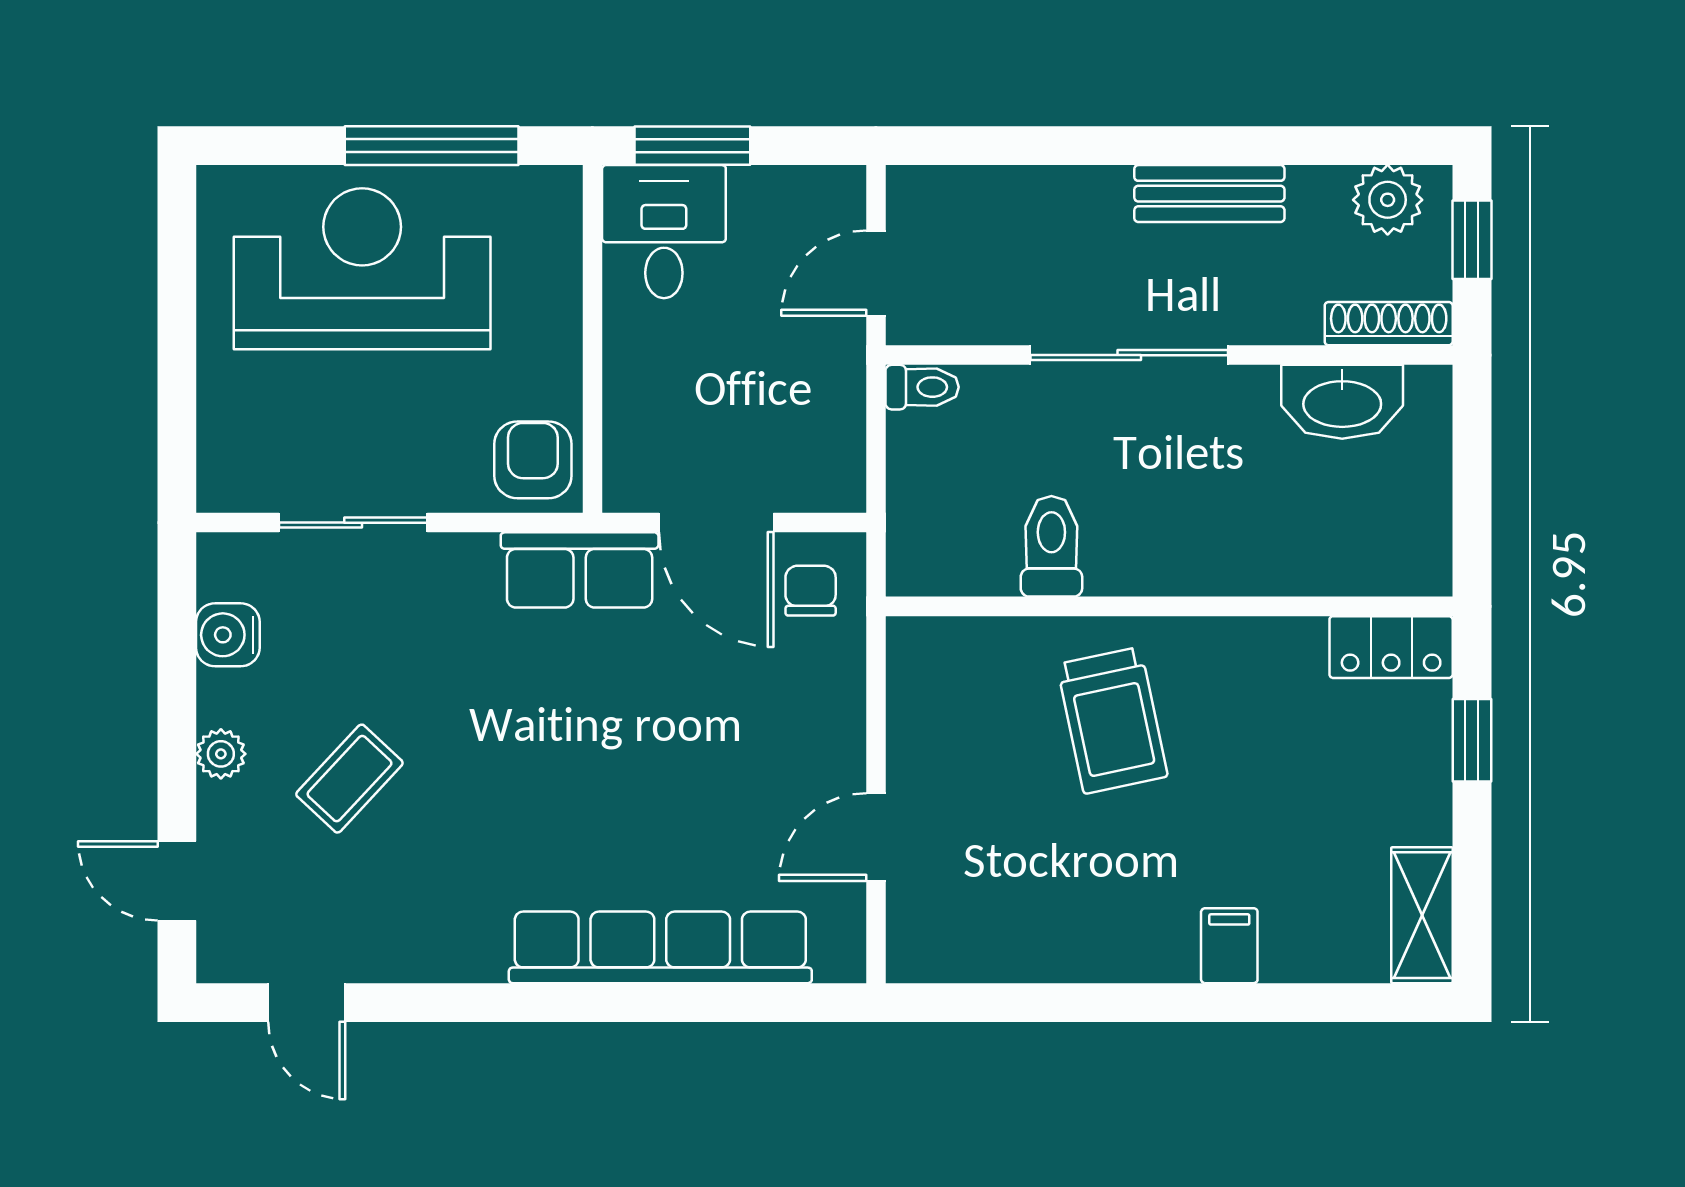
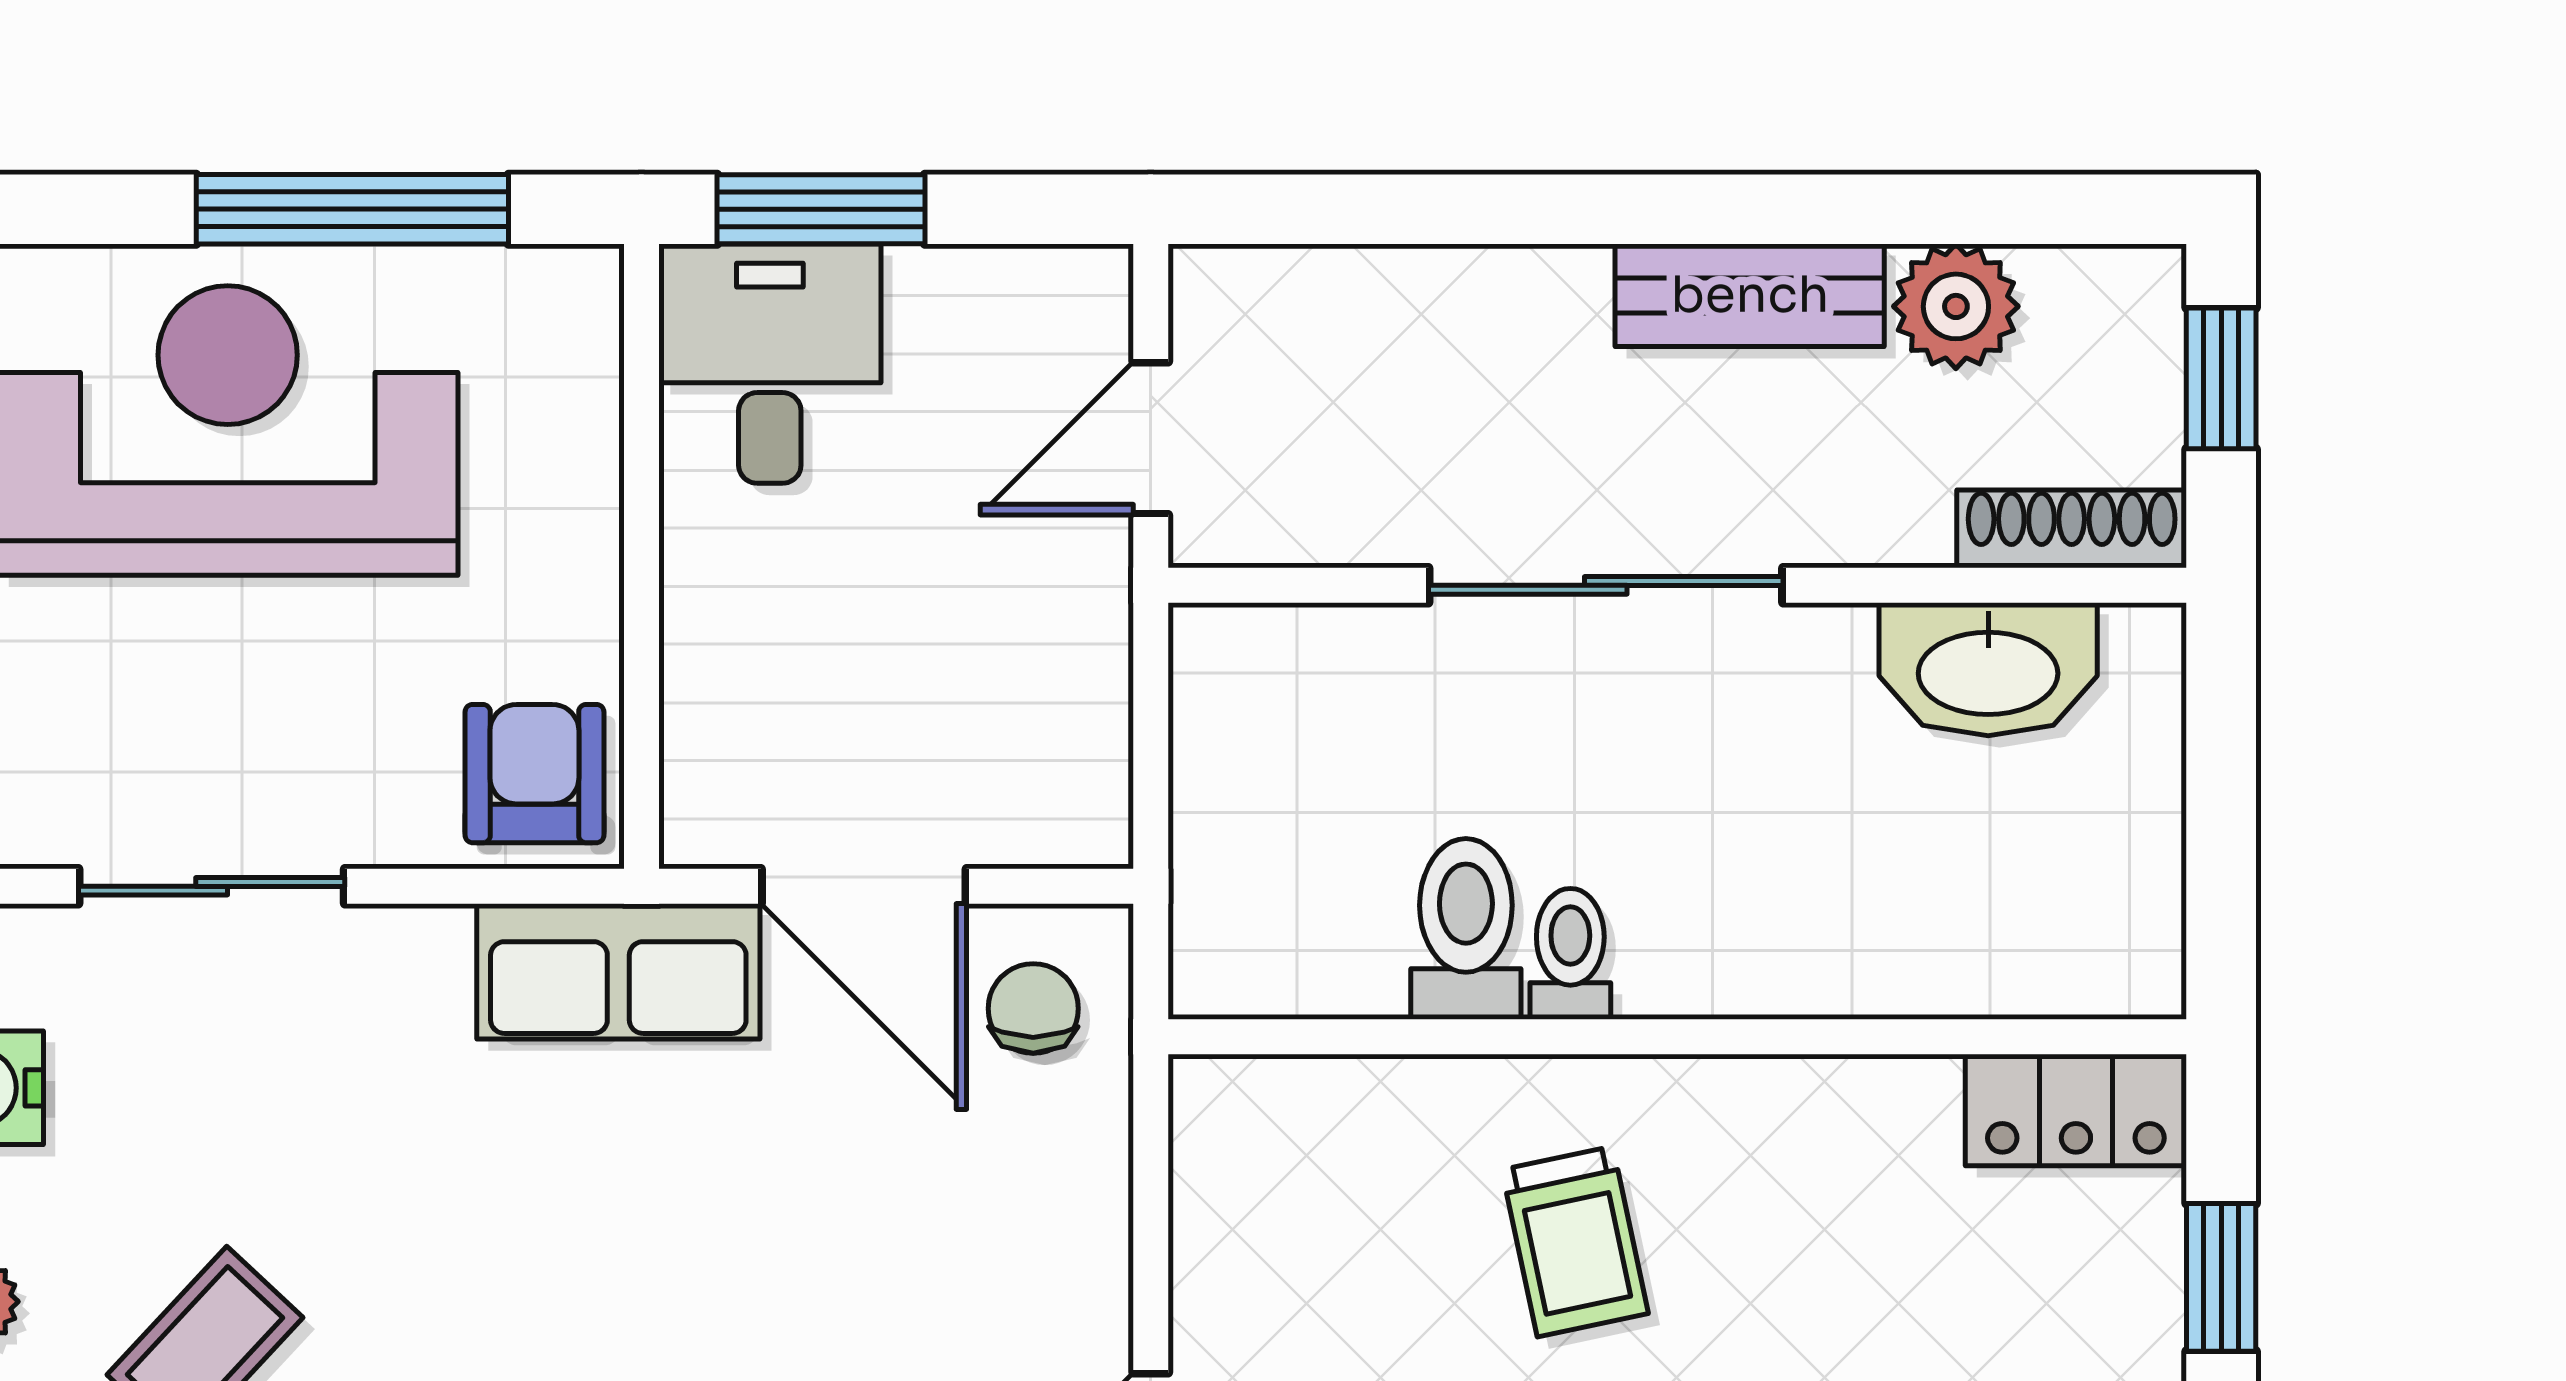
plant: (1388, 200) -> (1956, 306), moved
toilet: (922, 387) -> (1570, 954), moved, turned -90
trolley: (1112, 720) -> (1575, 1242), width x0.73, depth x0.72

